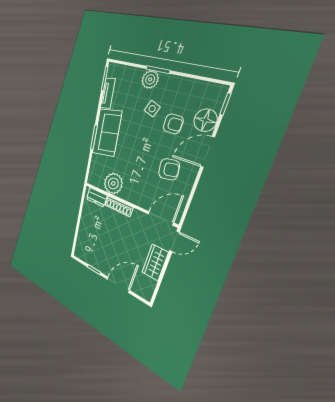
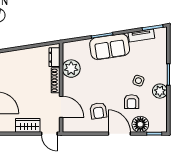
plant: (150, 79) -> (160, 91), moved
door: (161, 218) -> (61, 107), moved

